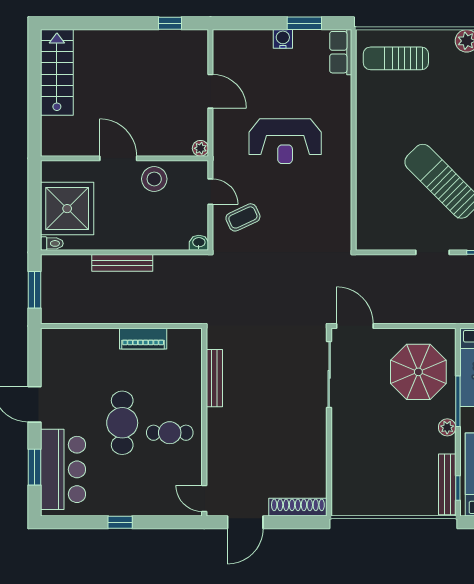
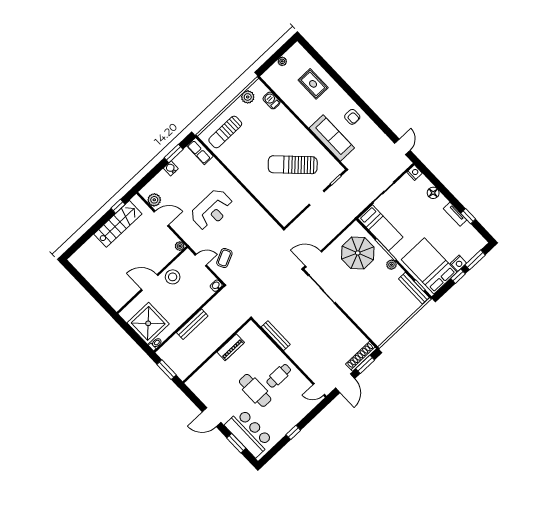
plant: (224, 59) -> (154, 200), added
stairs: (57, 72) -> (118, 224), moved, turned 90
window: (293, 522) -> (365, 364), added

